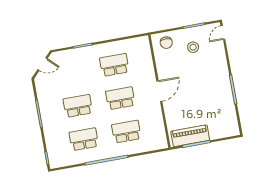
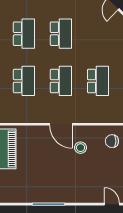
stool: (193, 47) -> (80, 148), moved

